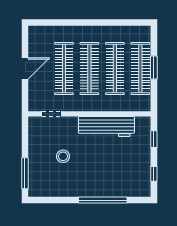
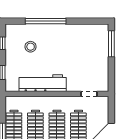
stool: (63, 156) -> (31, 47), moved

